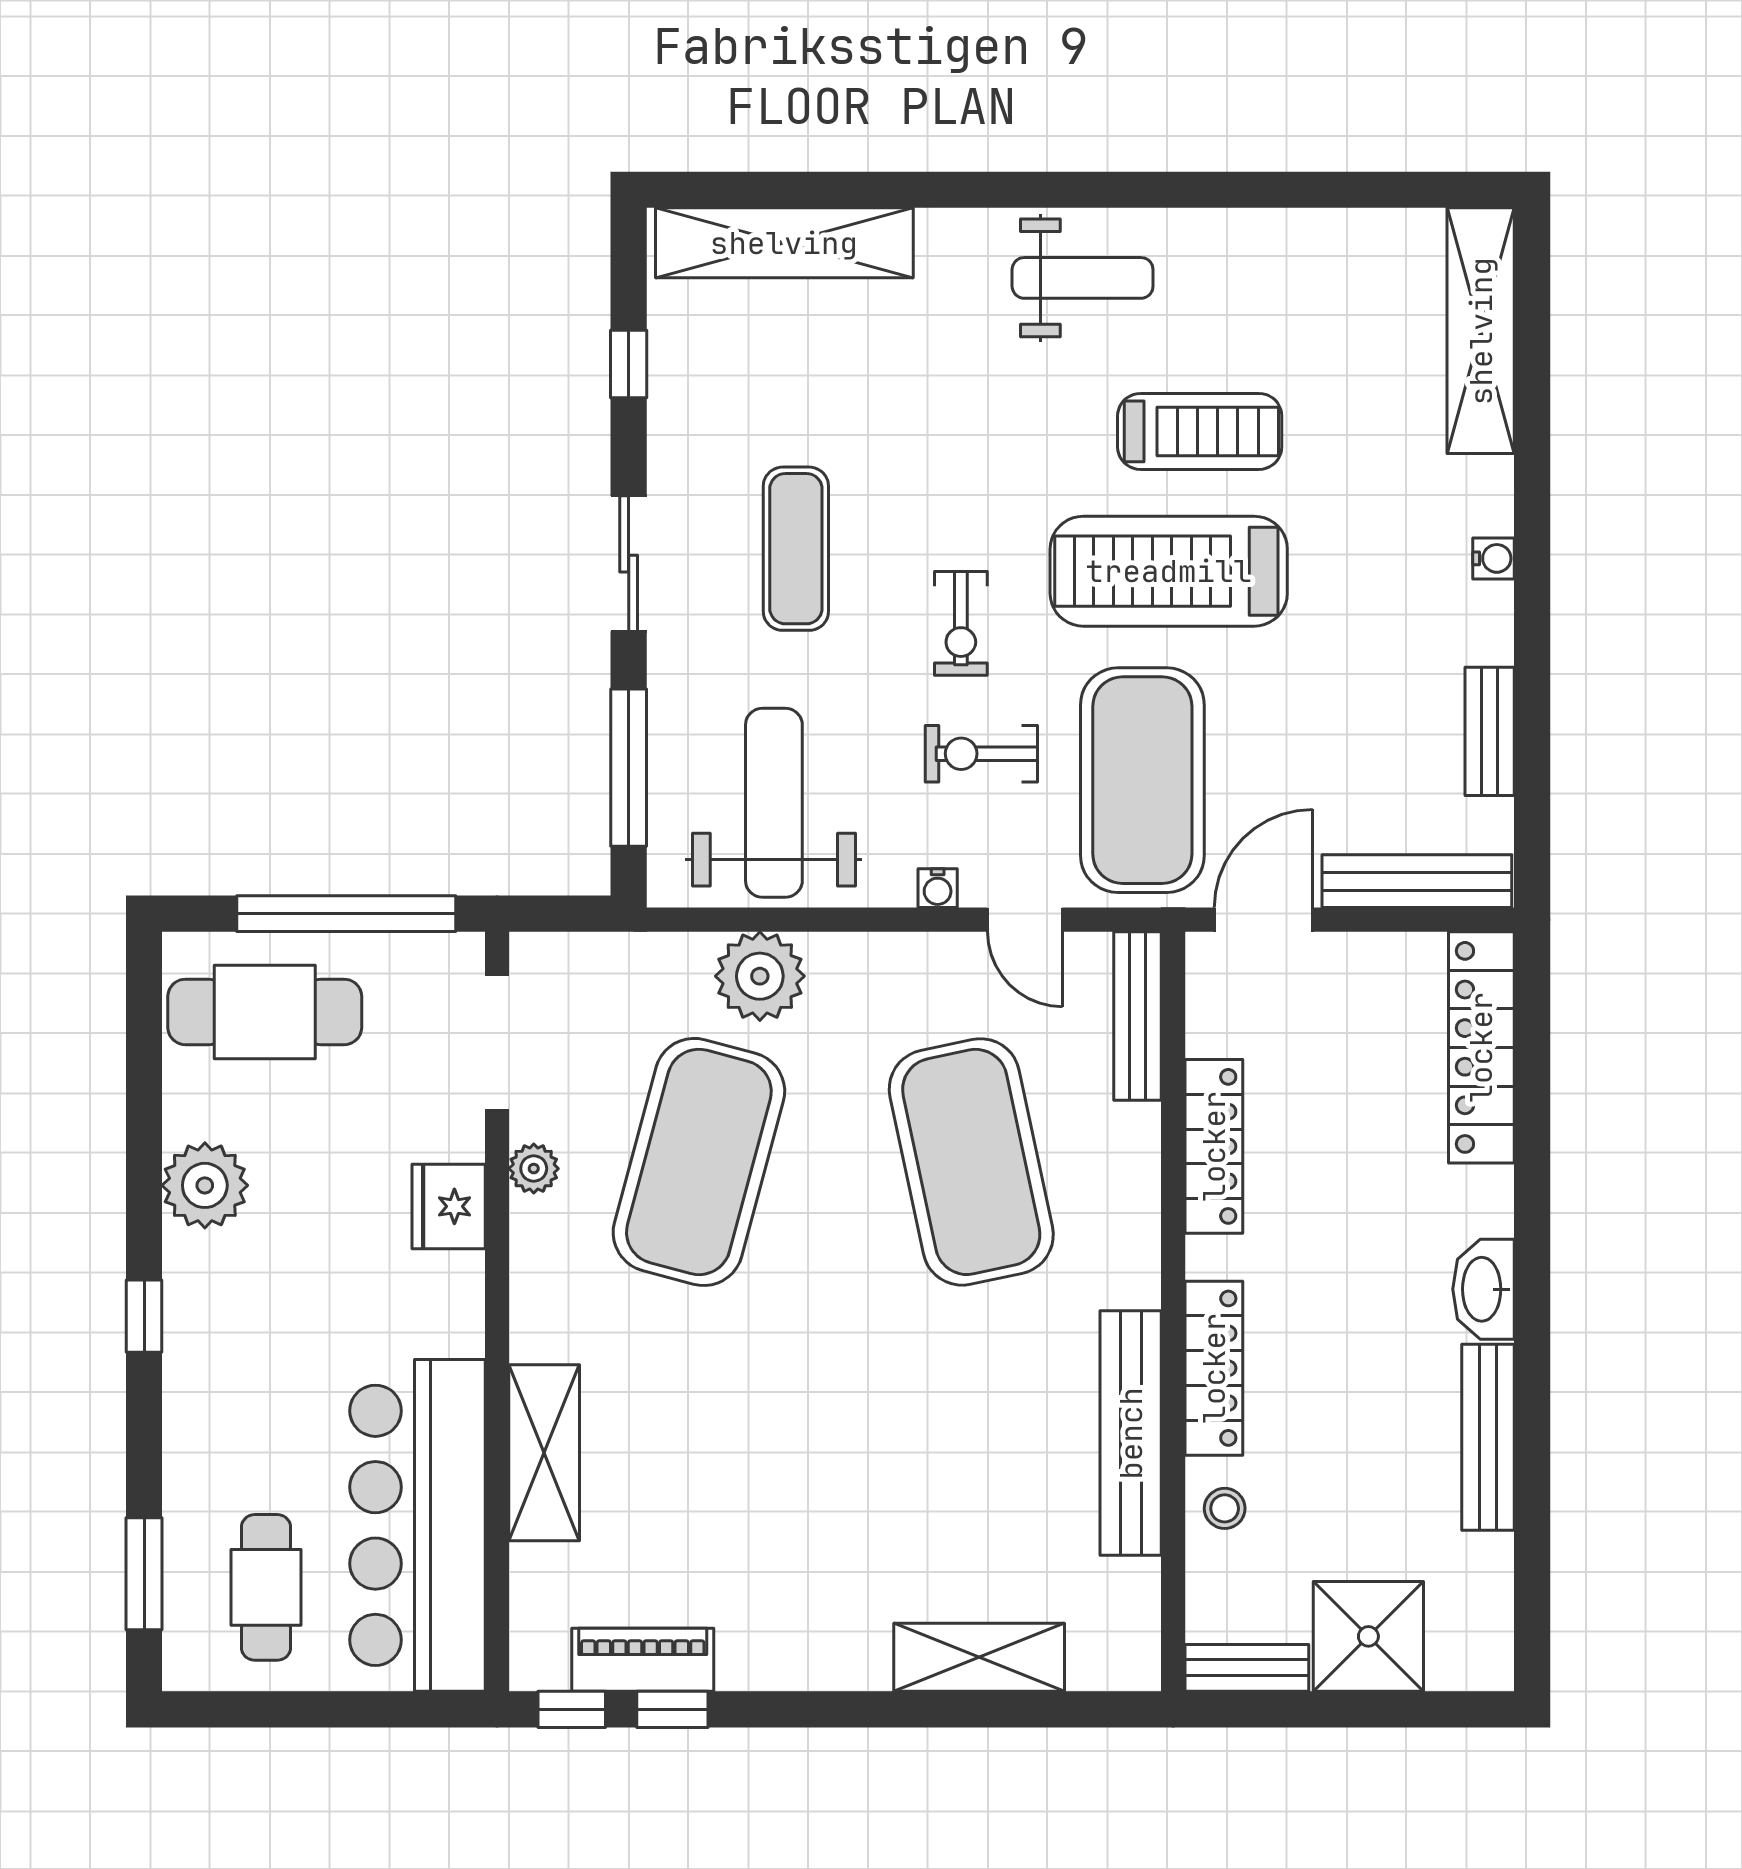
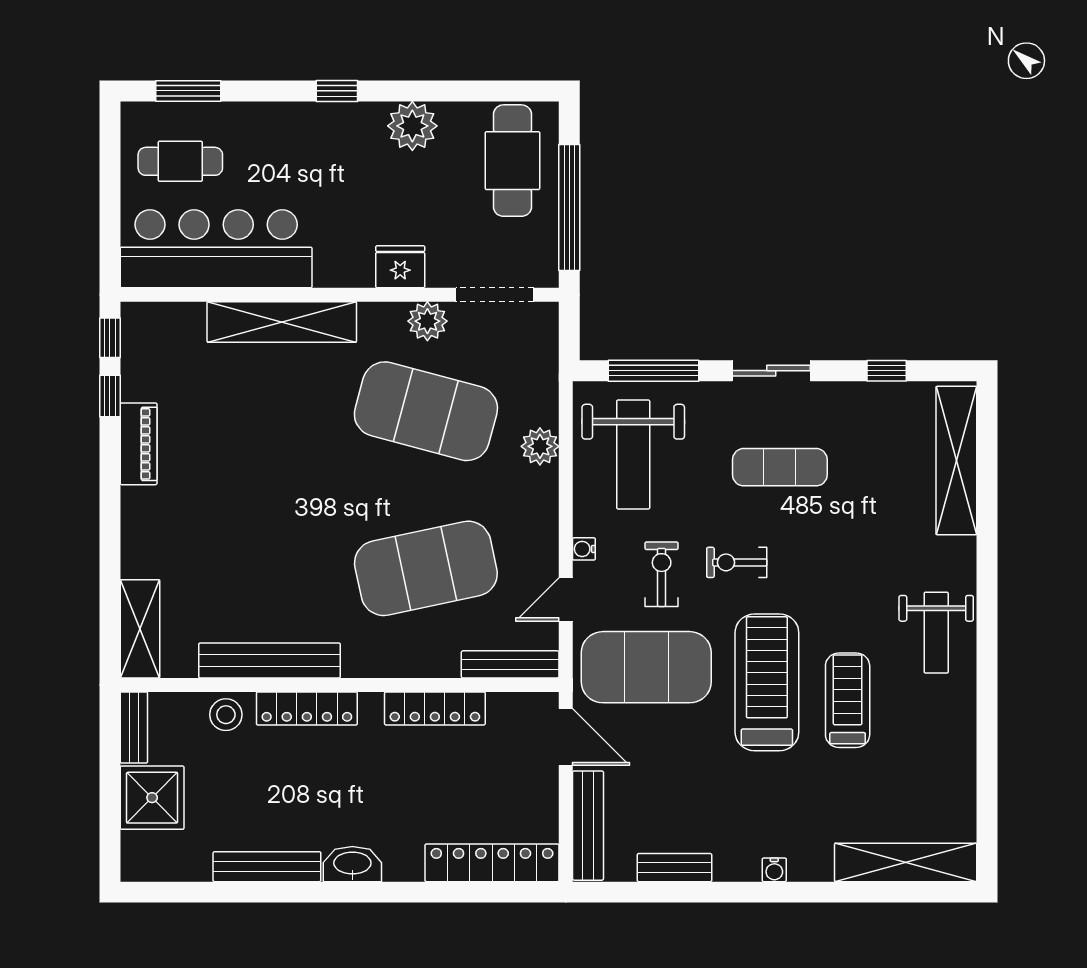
treadmill: (1200, 431) -> (848, 700), turned 180
weight bench: (774, 803) -> (633, 454), turned 90
plant: (760, 976) -> (540, 446), width x0.73, depth x0.73
plant: (534, 1169) -> (427, 321), width x1.38, depth x1.38
shelving: (544, 1453) -> (282, 322), width x1.47
stool: (1225, 1508) -> (226, 715), width x1.37, depth x1.37
shelving: (979, 1657) -> (140, 629), moved
piano: (643, 1660) -> (139, 444), moved

